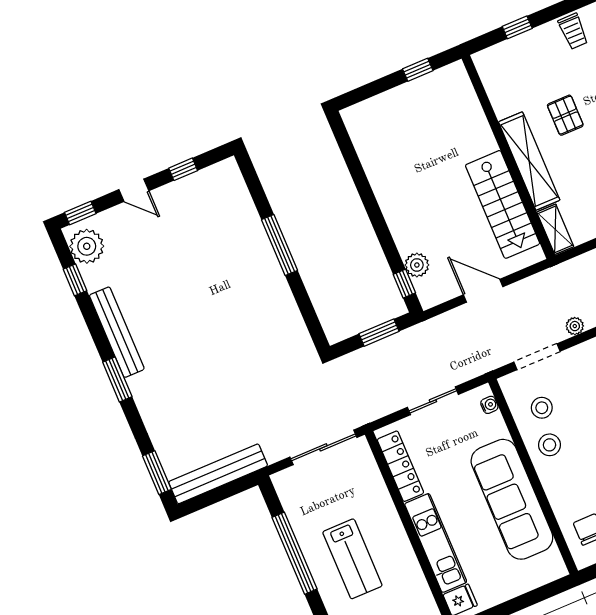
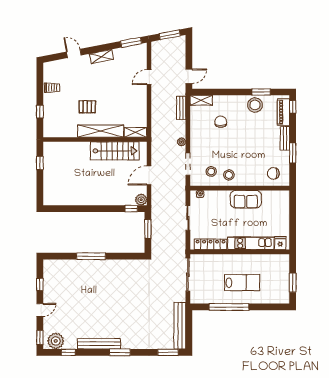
plant: (417, 265) -> (141, 200), moved
sofa: (512, 499) -> (246, 199), width x0.54, depth x0.79

